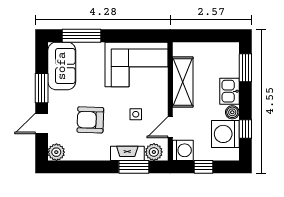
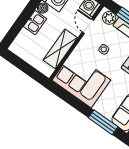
window: (245, 68) -> (15, 30), removed
door: (170, 127) -> (88, 26), swing flipped

